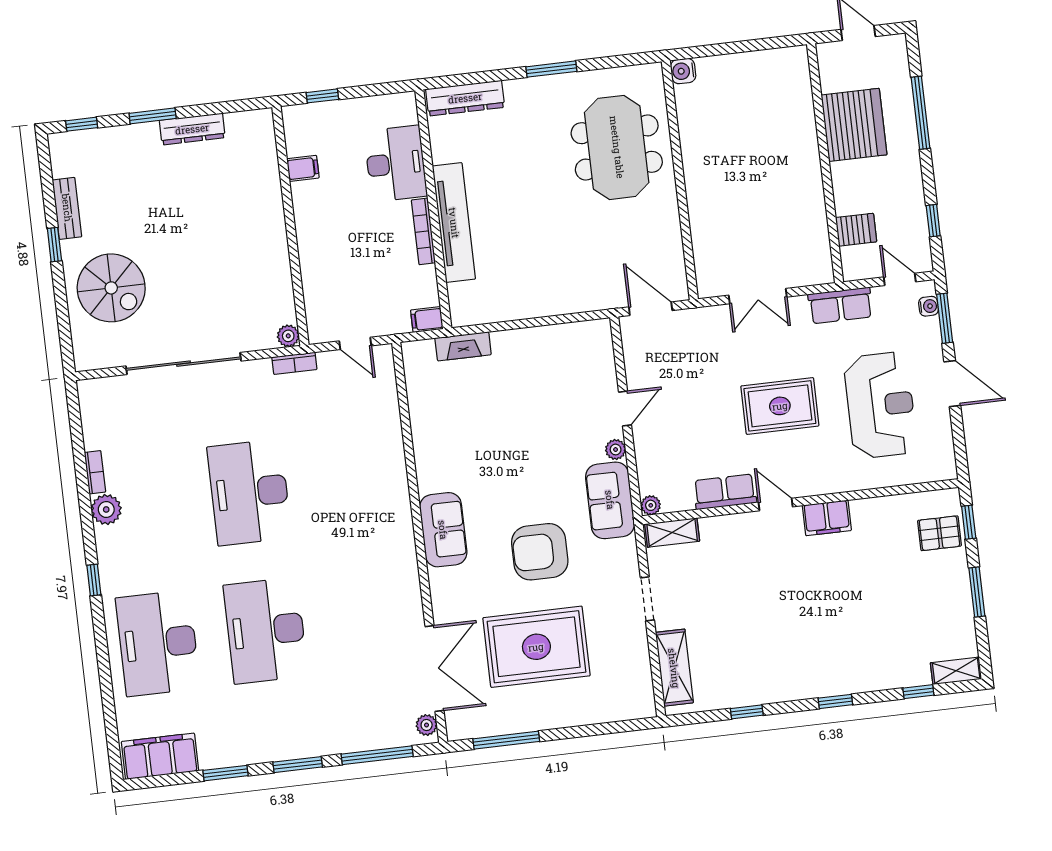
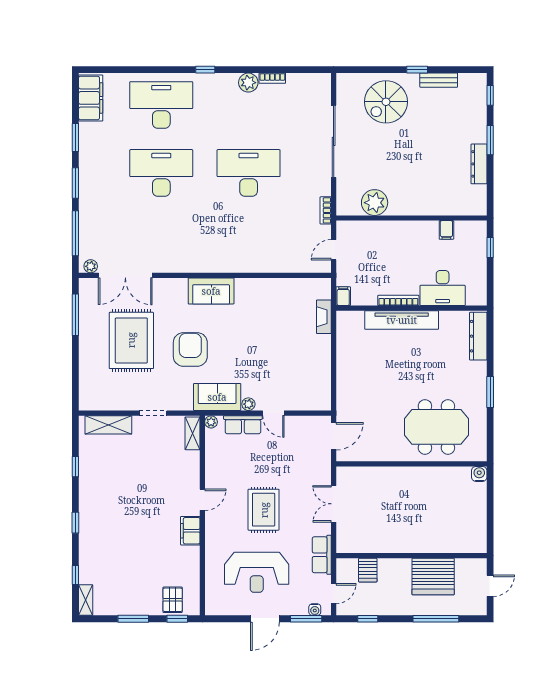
plant: (288, 336) -> (375, 203), moved, width x1.88, depth x1.88
row of seats: (725, 492) -> (243, 425), moved, turned 90

